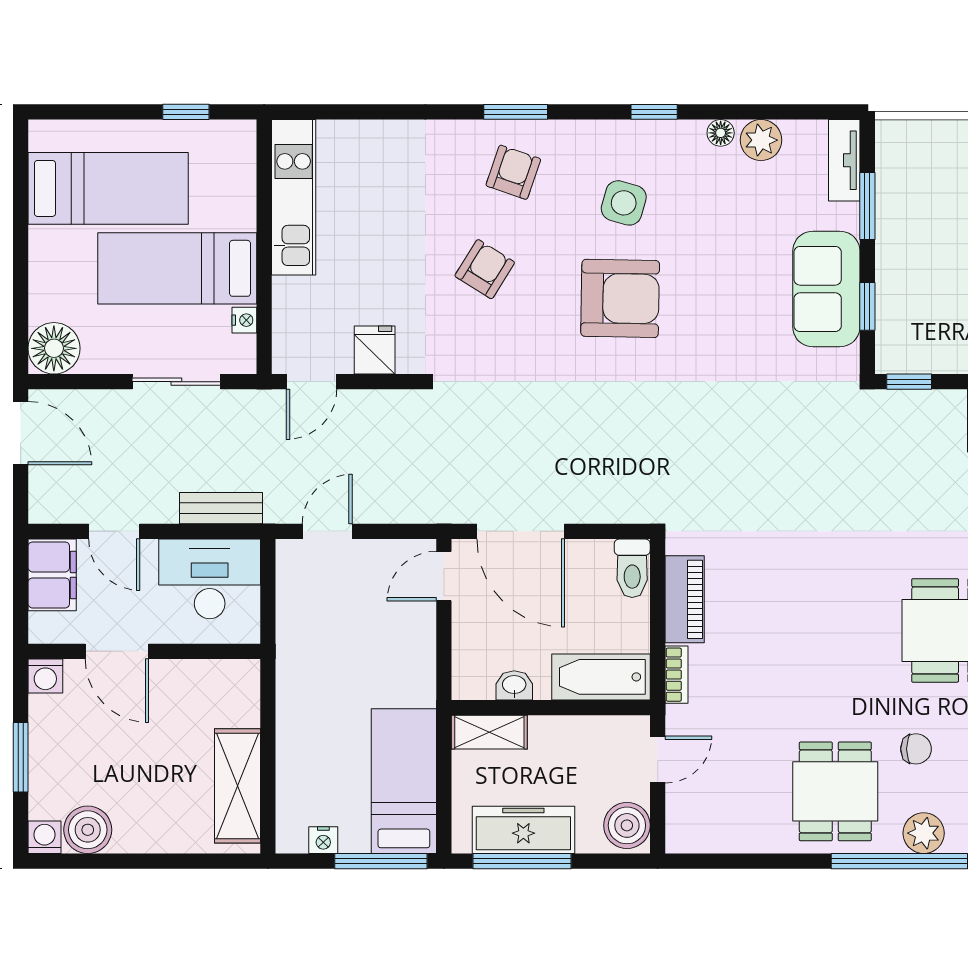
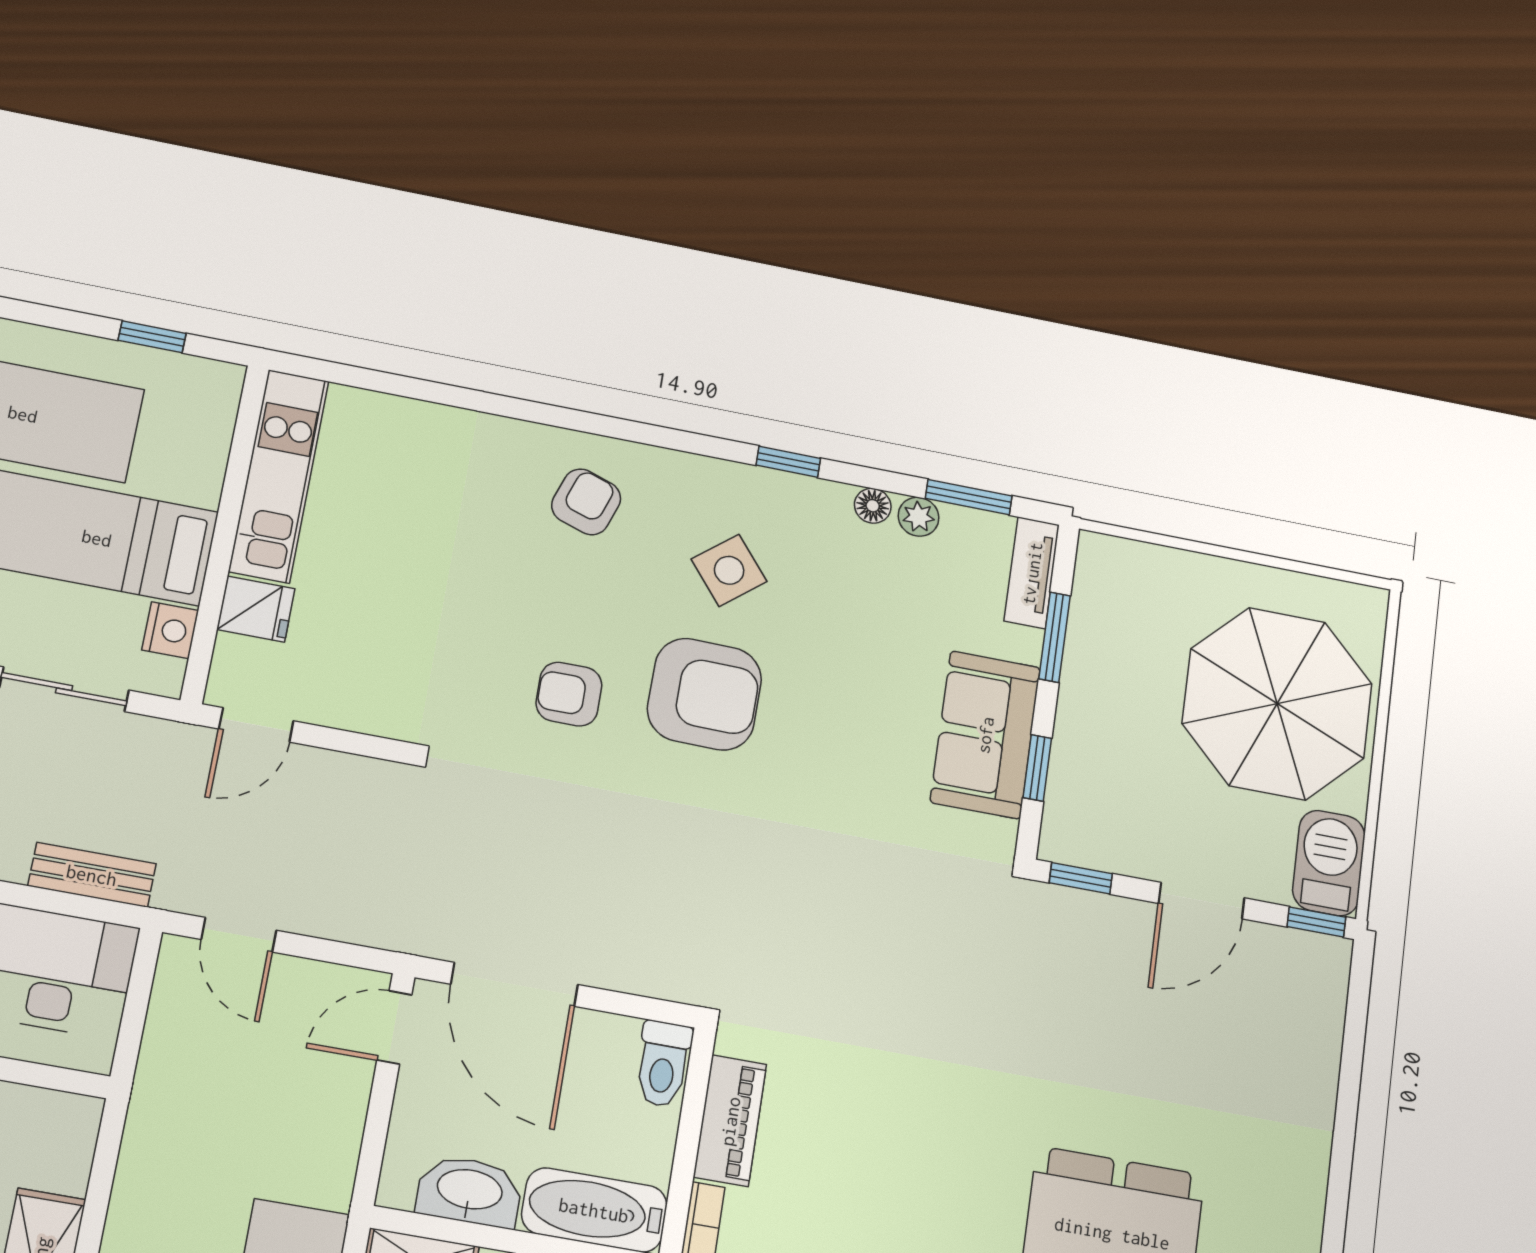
window: (516, 112) -> (969, 497), moved
plant: (761, 140) -> (919, 517), width x0.73, depth x0.73
side table: (624, 203) -> (729, 570), turned 35
armchair: (485, 269) -> (569, 694), moved, turned -122
nightstand: (244, 320) -> (170, 630), width x1.39, depth x1.35
fridge: (375, 350) -> (256, 609), moved, turned 90
door: (327, 531) -> (239, 935), swing flipped
washbasin: (514, 685) -> (469, 1191), width x1.91, depth x1.45

